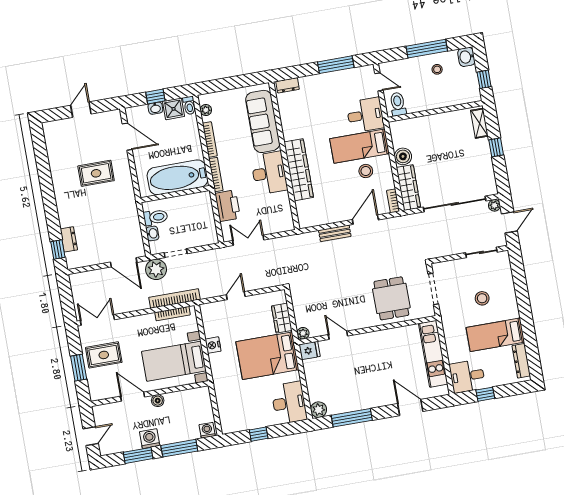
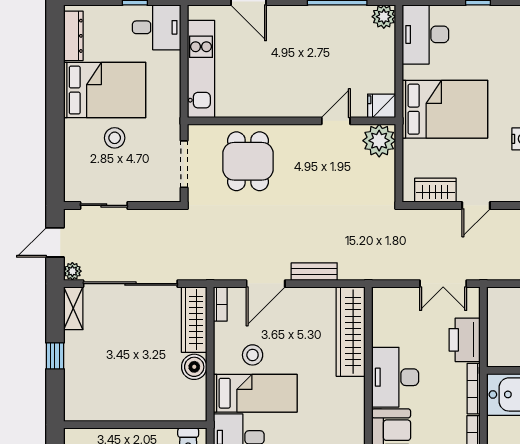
shelving: (479, 123) -> (73, 308), moved
wardrobe: (299, 170) -> (351, 332), moved
wardrobe: (282, 318) -> (435, 190), moved, turned -90
plant: (303, 333) -> (379, 141), width x1.88, depth x1.88
door: (338, 335) -> (336, 121), swing flipped
bed: (495, 335) -> (105, 90), width x1.50

